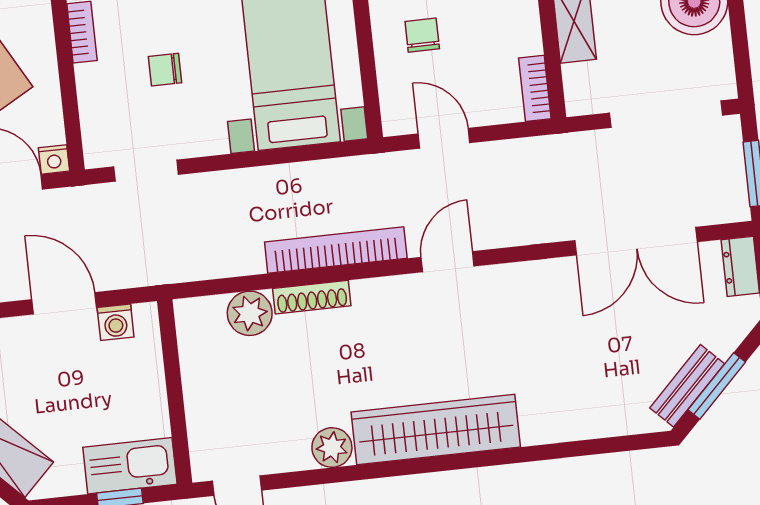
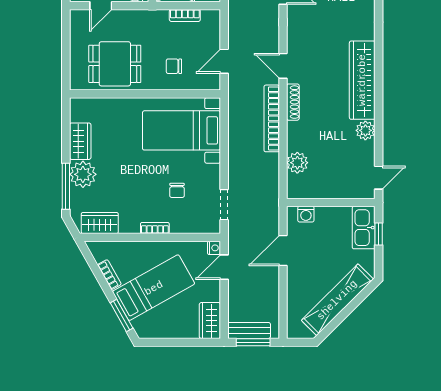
bookcase: (535, 88) -> (185, 15), moved
shoe rack: (312, 297) -> (293, 102), moved
washing machine: (116, 322) -> (306, 214), moved, turned 90

